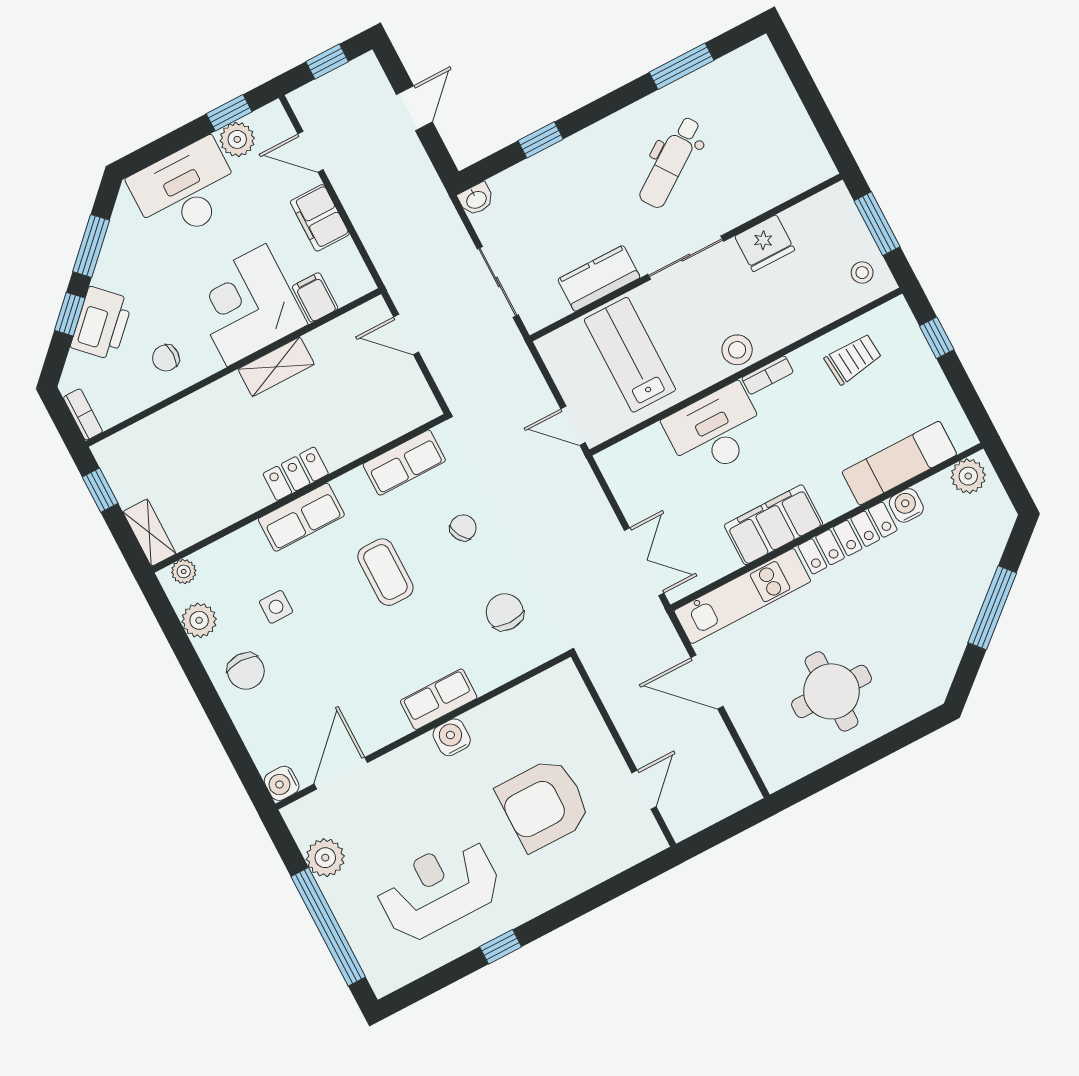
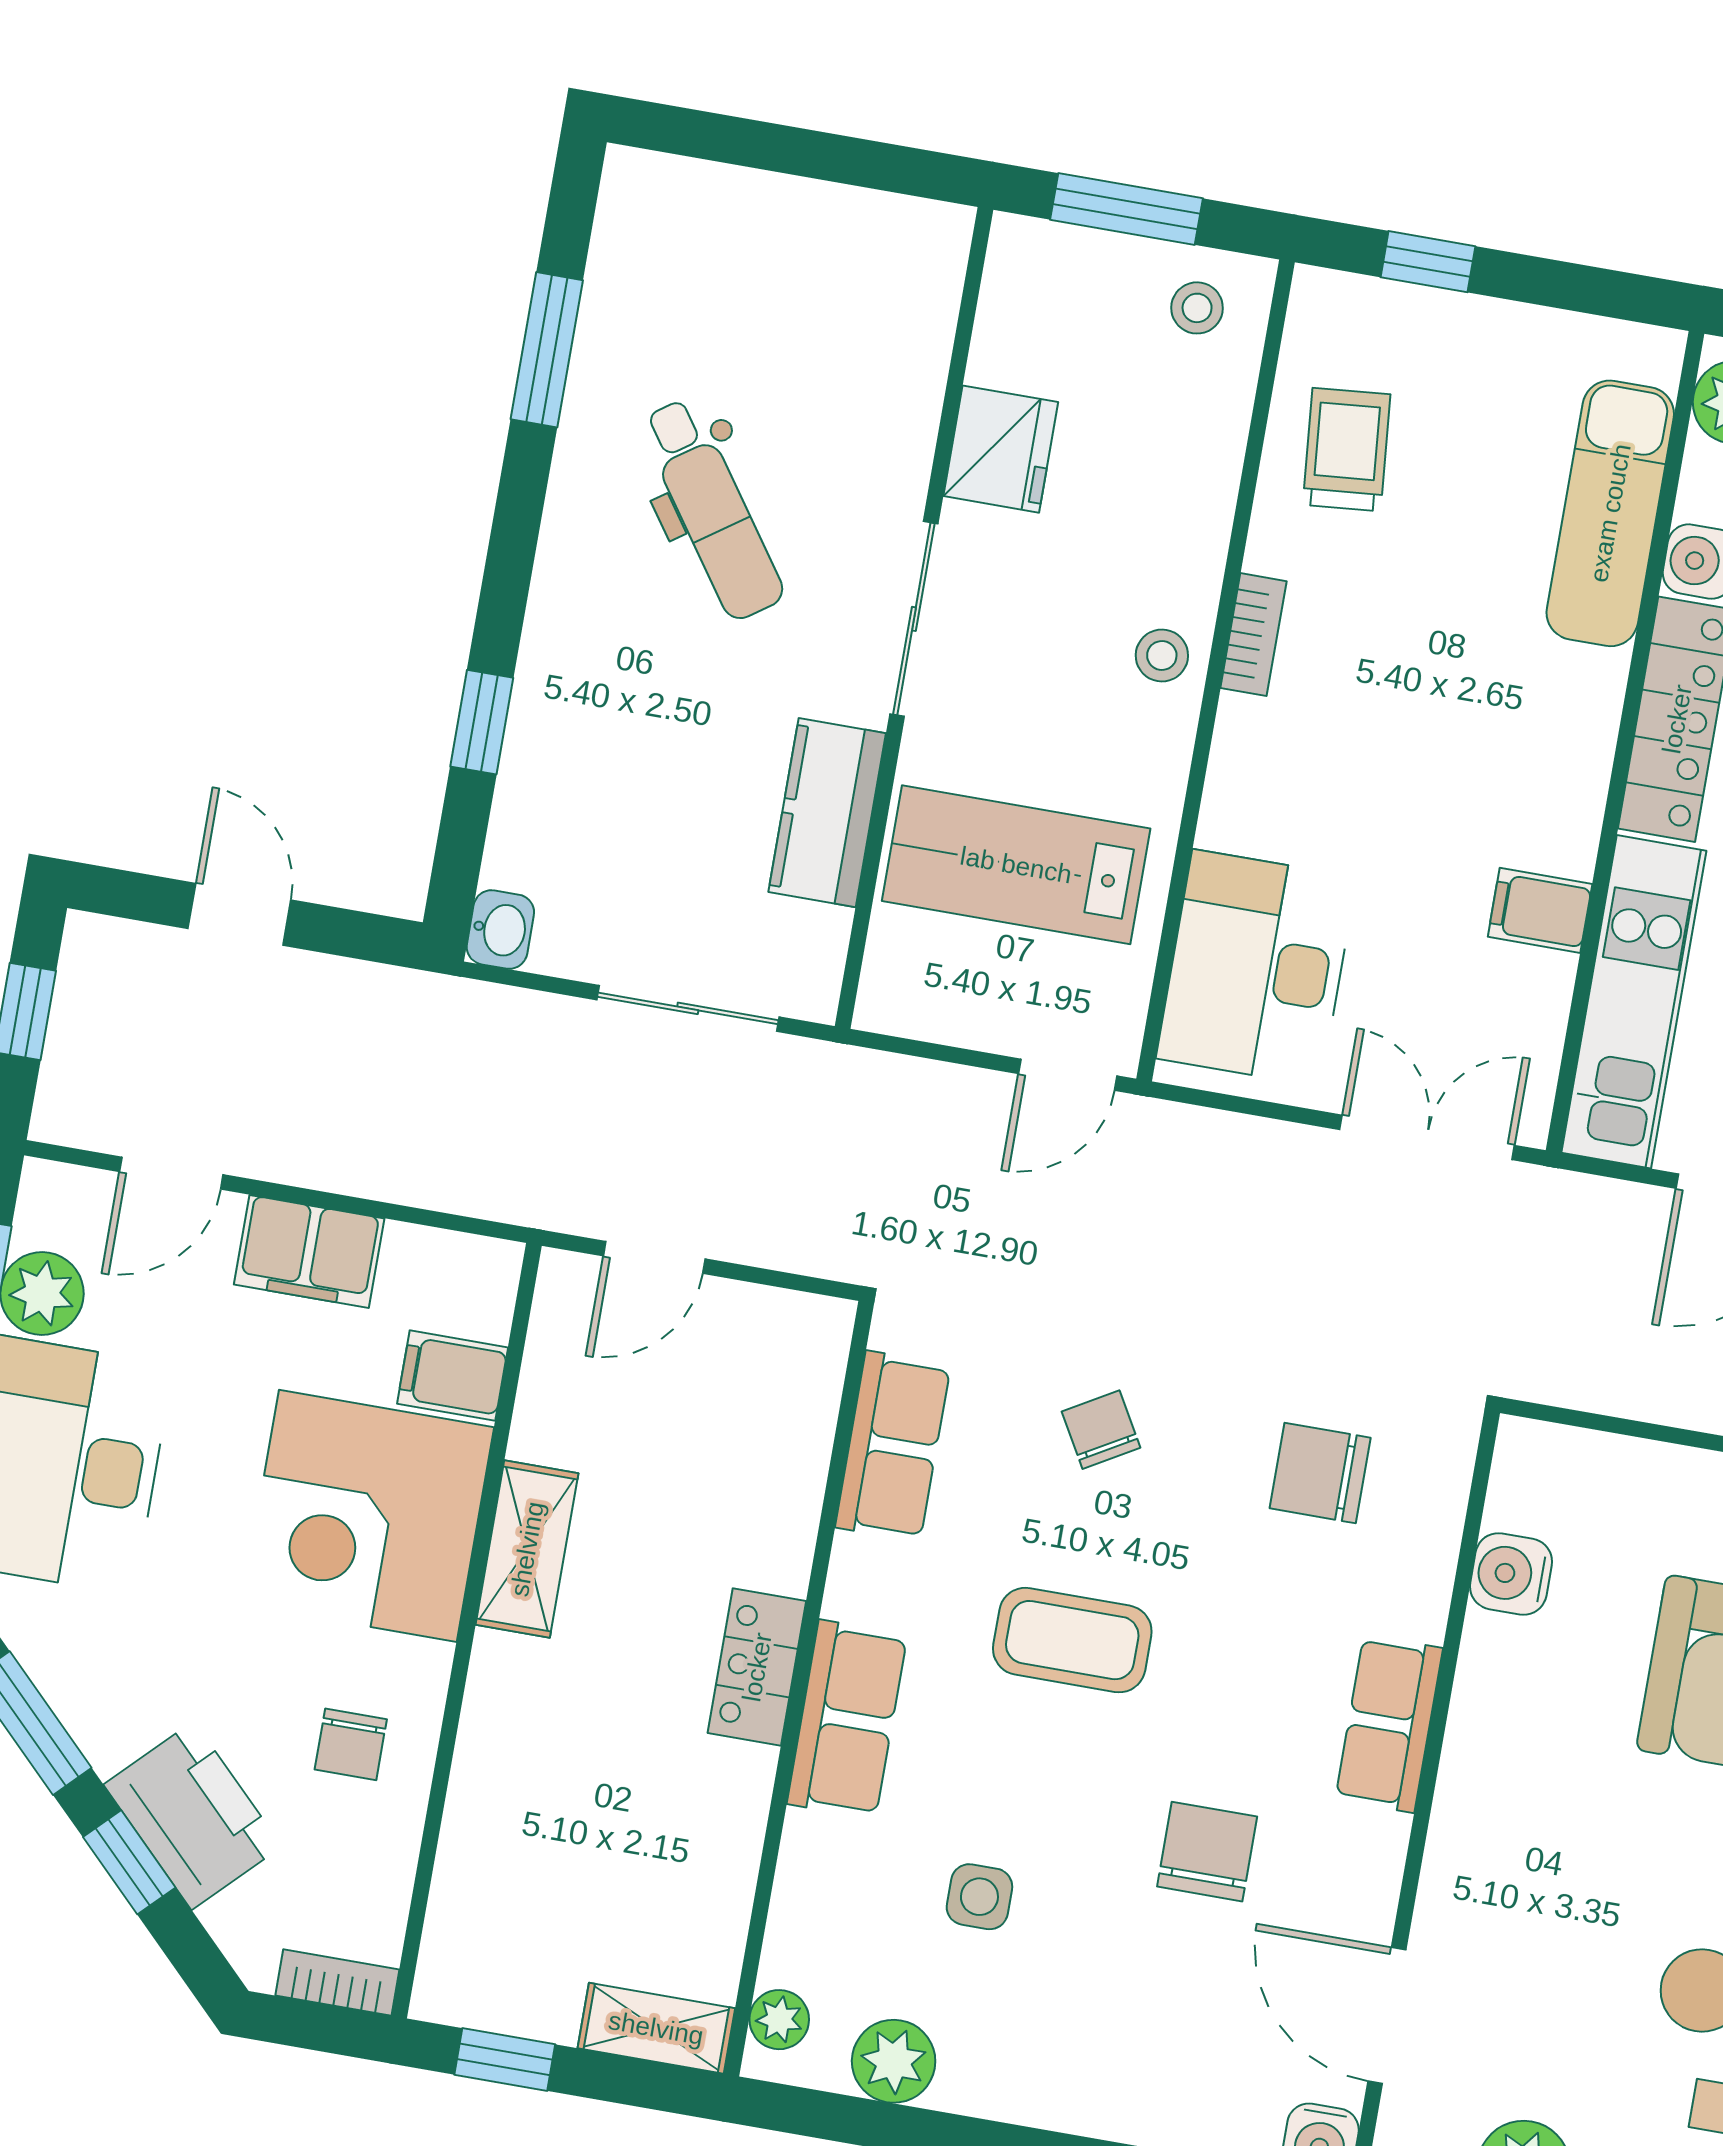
stool: (737, 350) -> (1162, 655), width x0.73, depth x0.73
desk: (715, 431) -> (1257, 968), moved
filing cabinet: (774, 525) -> (1540, 910), width x0.33, depth x0.86
chair: (246, 671) -> (1207, 1852), moved, turned -90
water cooler: (452, 737) -> (1511, 1574), moved

